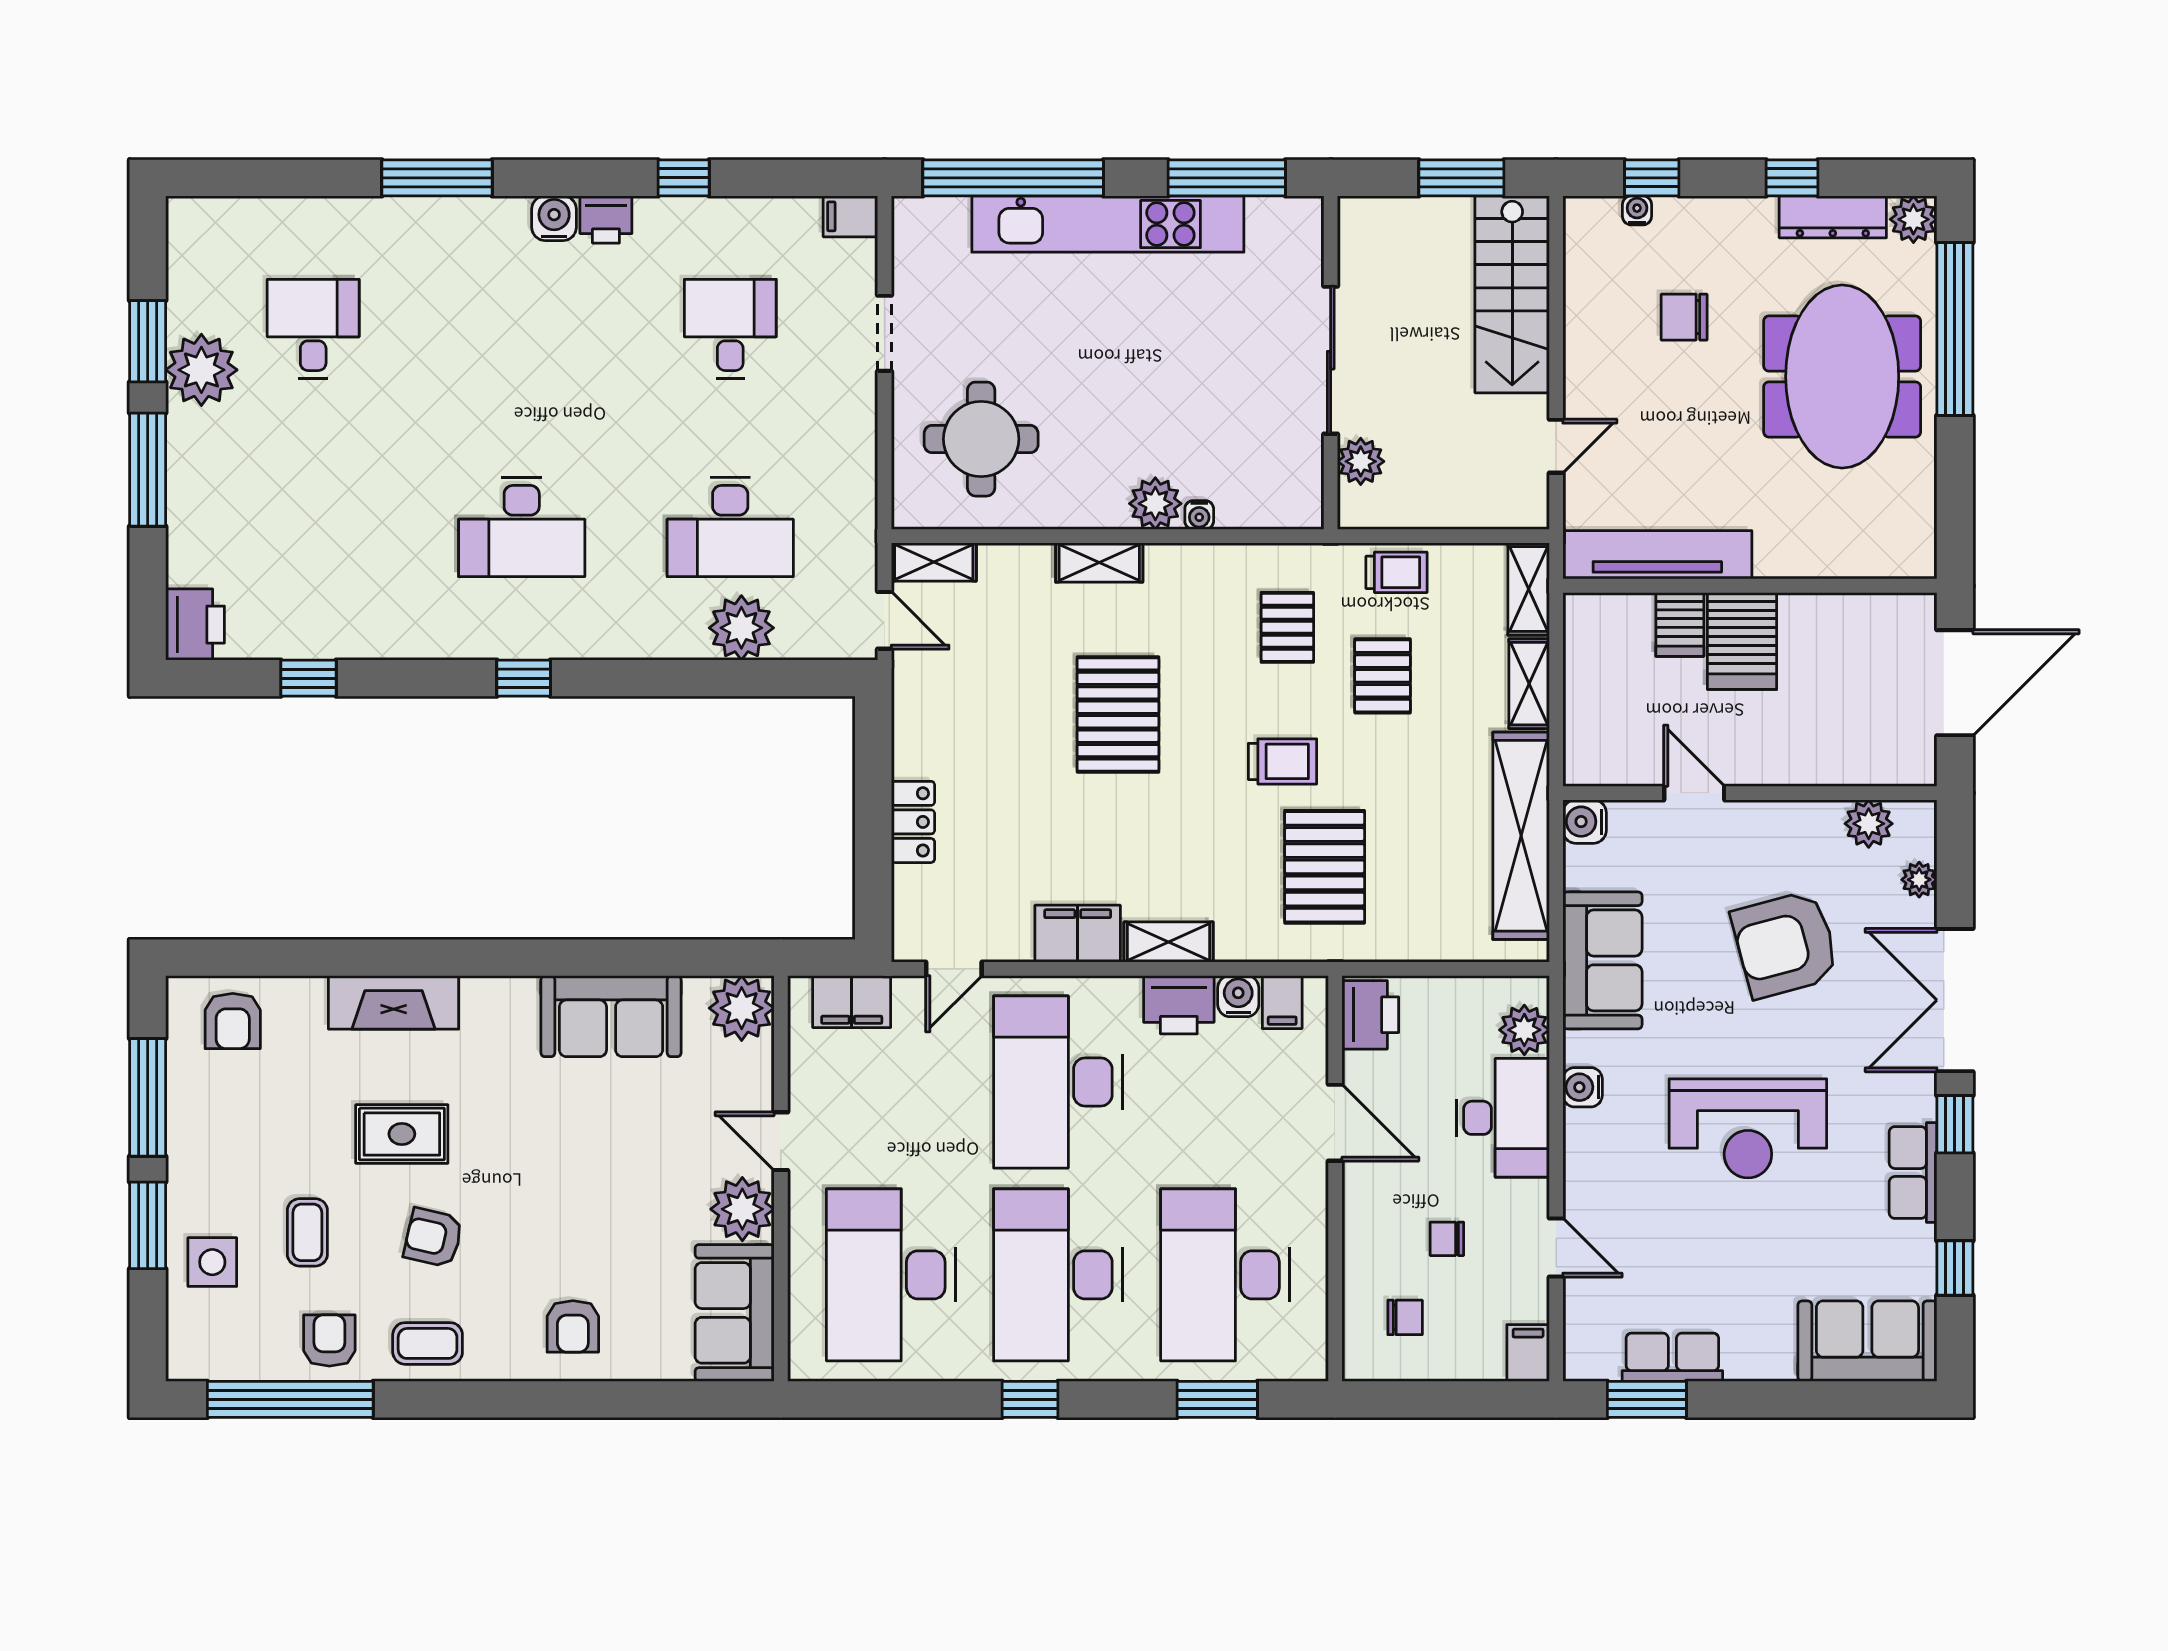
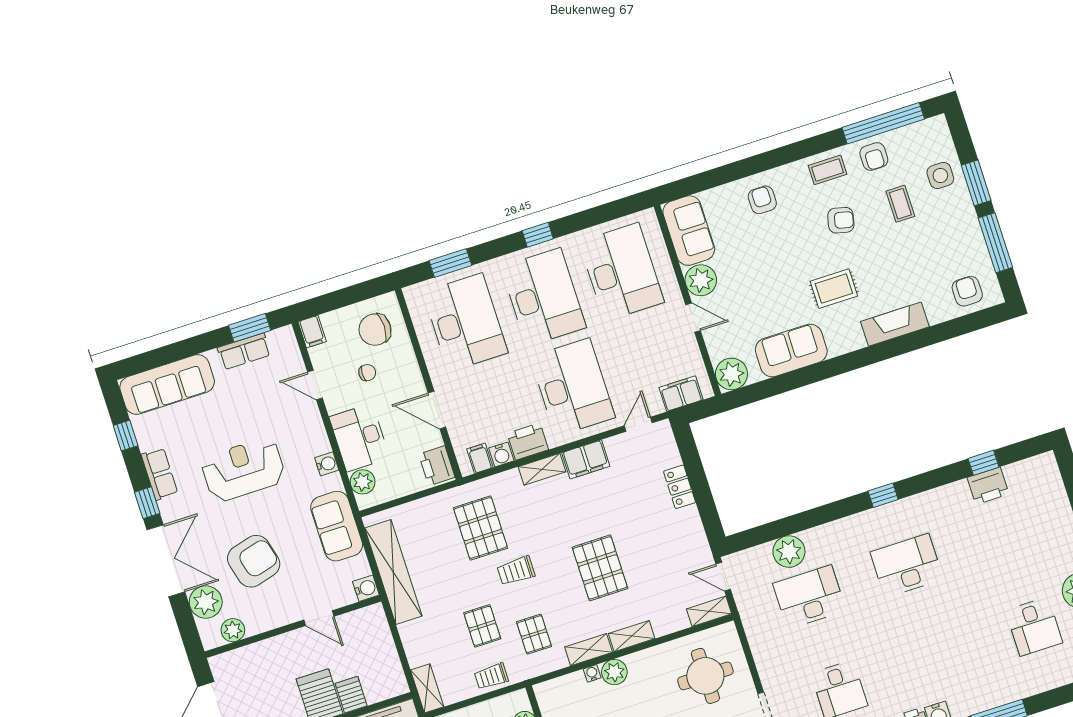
printer: (195, 625) -> (988, 486), moved, turned -90
shelving: (1529, 684) -> (589, 650), moved, turned 90
plant: (1919, 880) -> (206, 602), width x1.87, depth x1.87
rug: (402, 1134) -> (834, 289), moved
chair: (1405, 1317) -> (375, 330), width x1.87, depth x1.87
sofa: (1867, 1341) -> (167, 385), width x1.36

